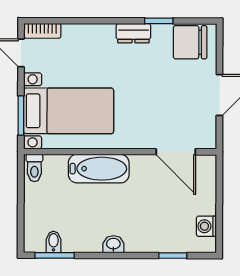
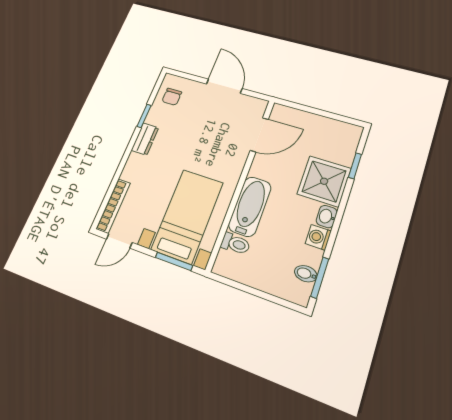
bookcase: (42, 31) -> (113, 206), width x1.56
chair: (190, 42) -> (172, 97), width x0.54, depth x0.54
toilet: (34, 168) -> (235, 244), moved
washing machine: (206, 226) -> (318, 237), moved, turned 90
shower: (147, 231) -> (324, 181), added

